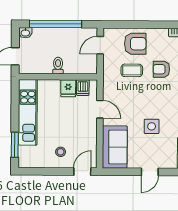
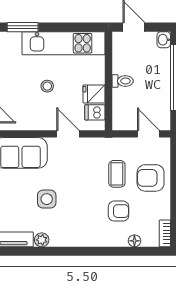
armchair: (135, 44) -> (151, 178), turned 90
armchair: (161, 69) -> (119, 211), turned 90
door: (100, 109) -> (68, 134), swing flipped
stool: (61, 152) -> (47, 86), moved

